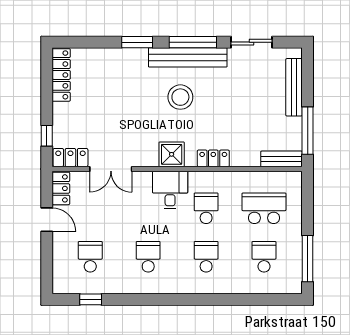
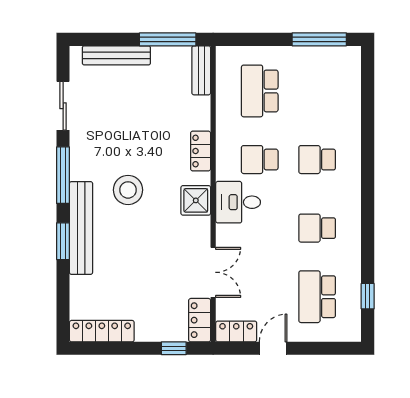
bench: (188, 57) -> (81, 228), moved
school desk: (90, 257) -> (317, 297), width x1.85
school desk: (264, 257) -> (317, 91), removed

